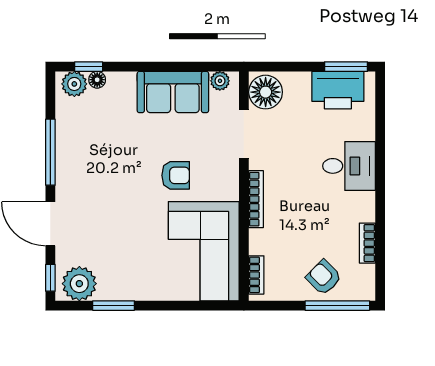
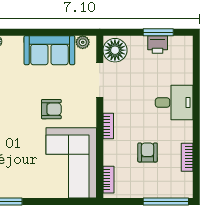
window: (346, 67) -> (158, 32), moved
printer: (338, 90) -> (158, 45), width x0.53, depth x0.68
bookcase: (256, 199) -> (108, 126), width x0.64
armchair: (324, 277) -> (148, 152), moved, turned 45

